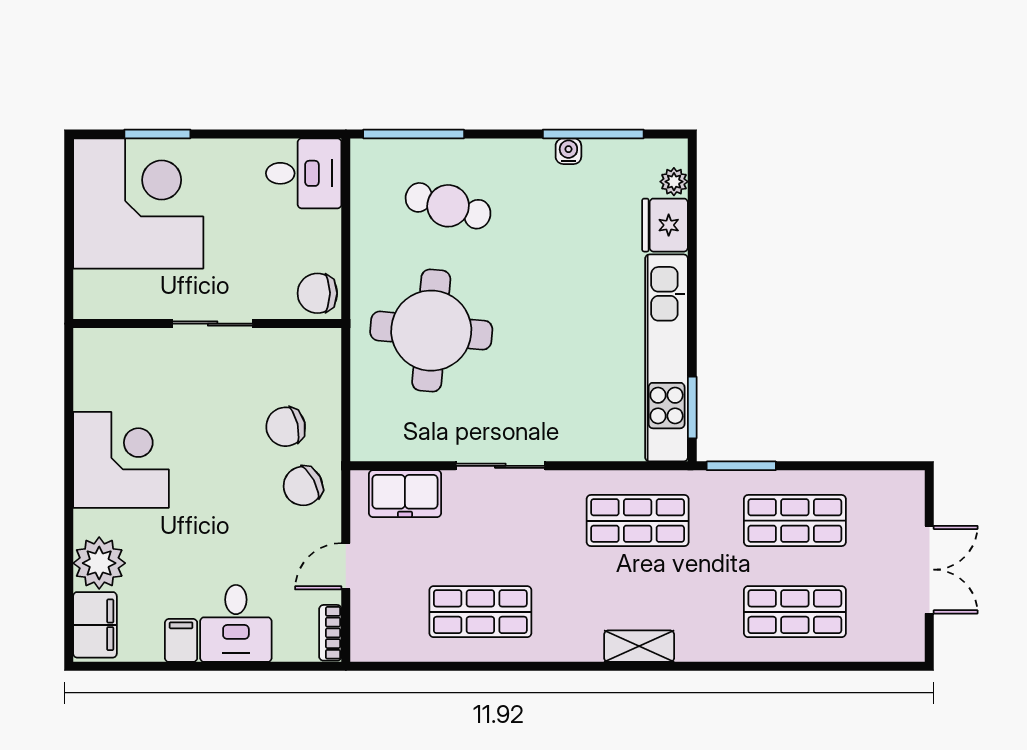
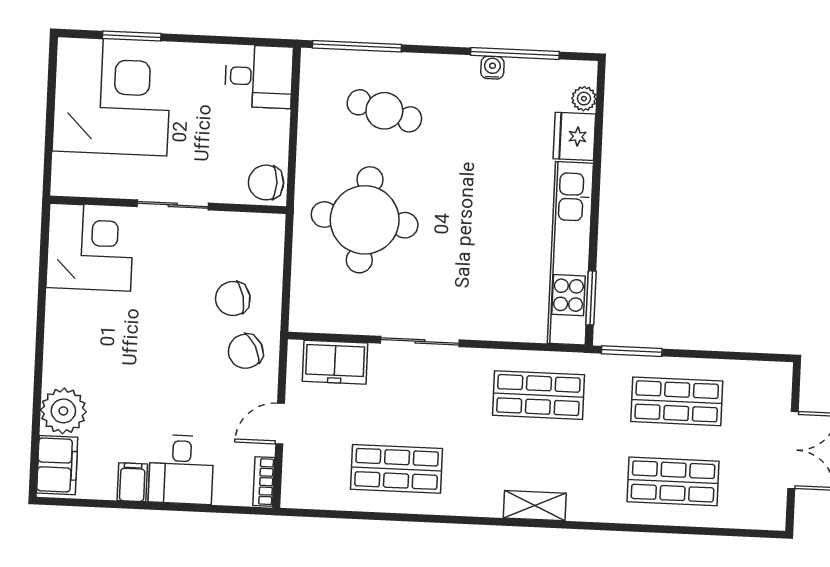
corner desk: (121, 460) -> (90, 247), moved

